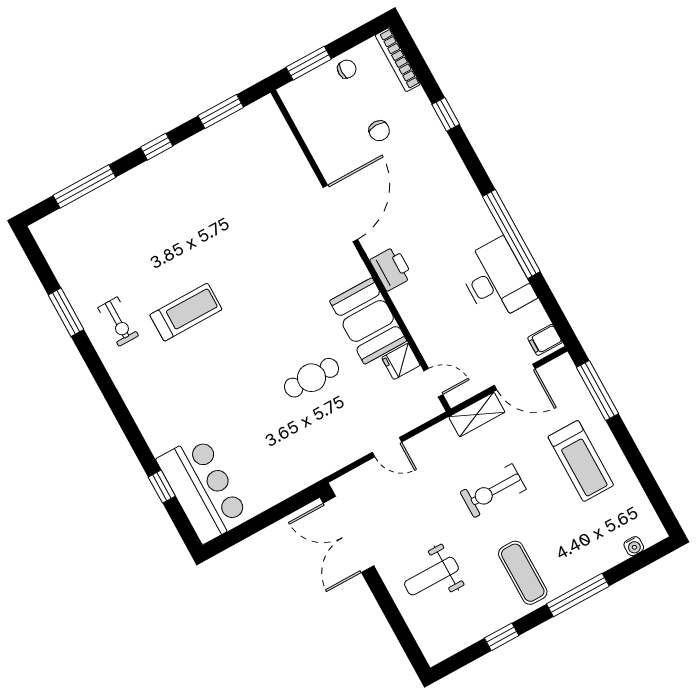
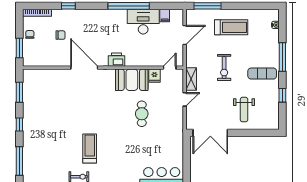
filing cabinet: (545, 340) -> (165, 15), moved
shelving: (477, 414) -> (191, 79), moved

